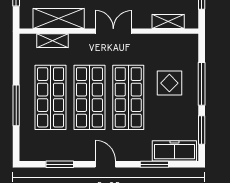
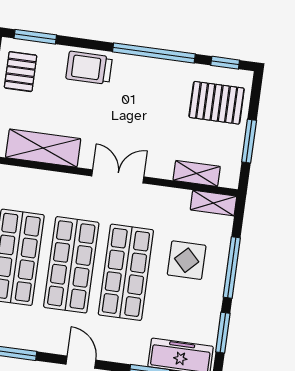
shelving: (52, 41) -> (213, 203), moved

